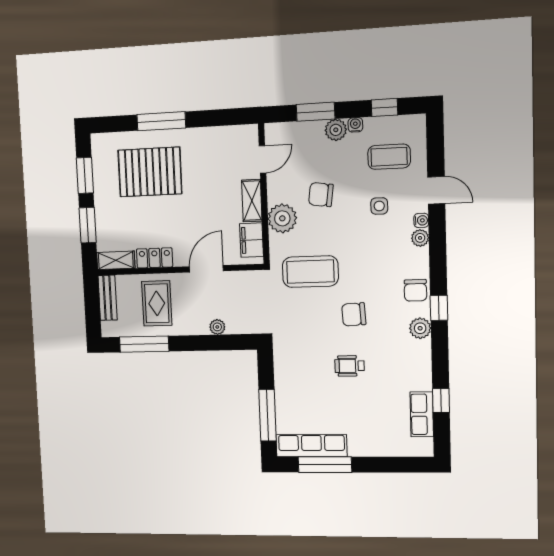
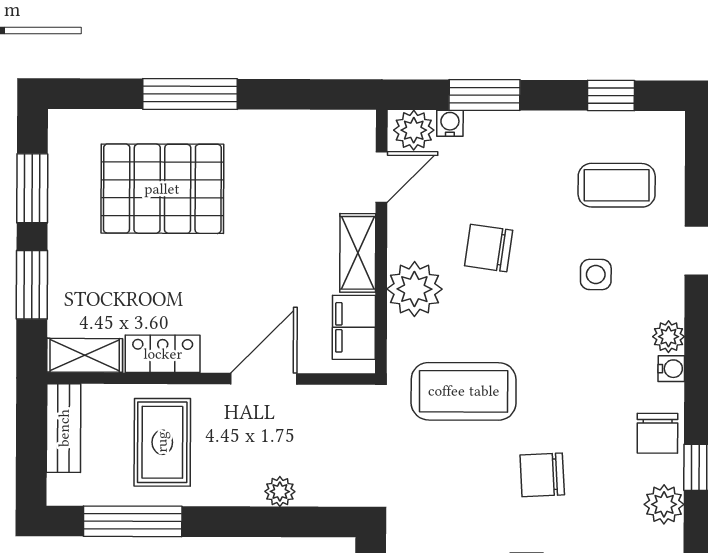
water cooler: (355, 125) -> (450, 123), moved
plant: (336, 130) -> (414, 130), moved
water cooler: (421, 220) -> (671, 369), moved

